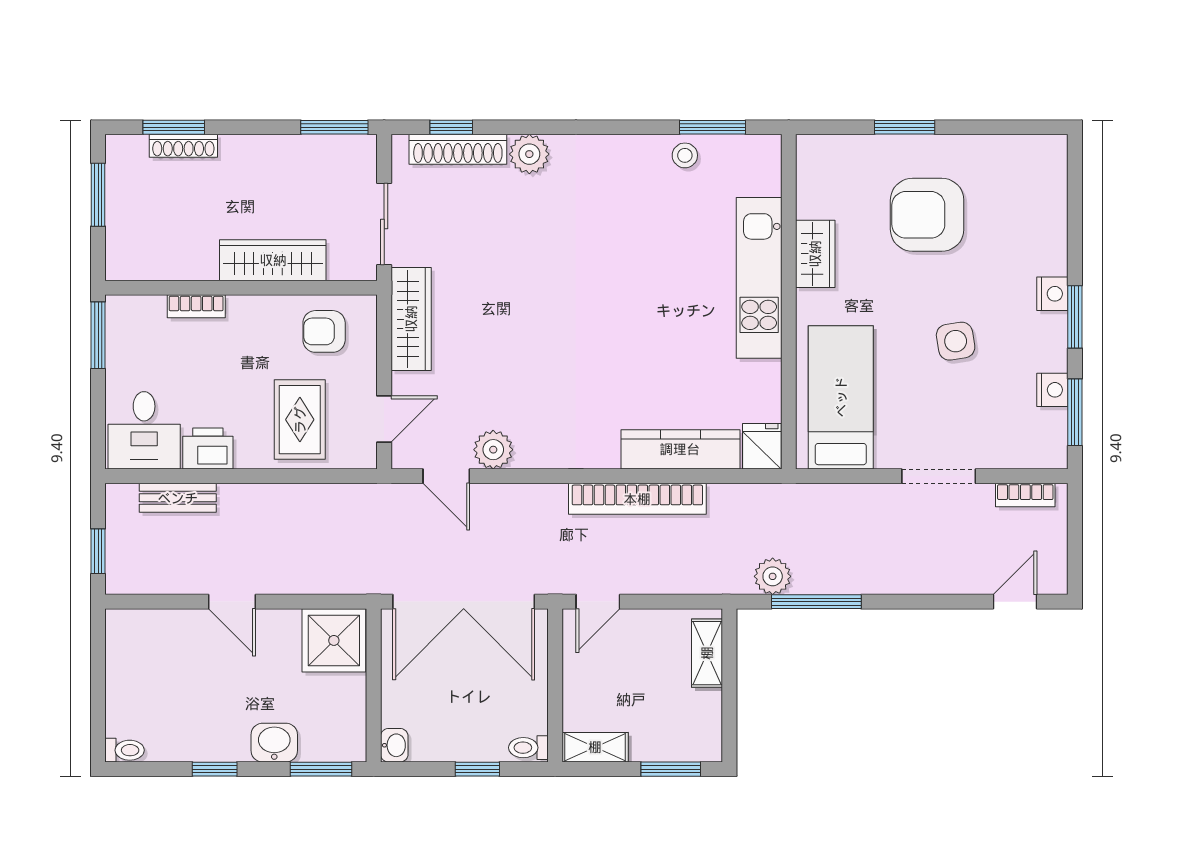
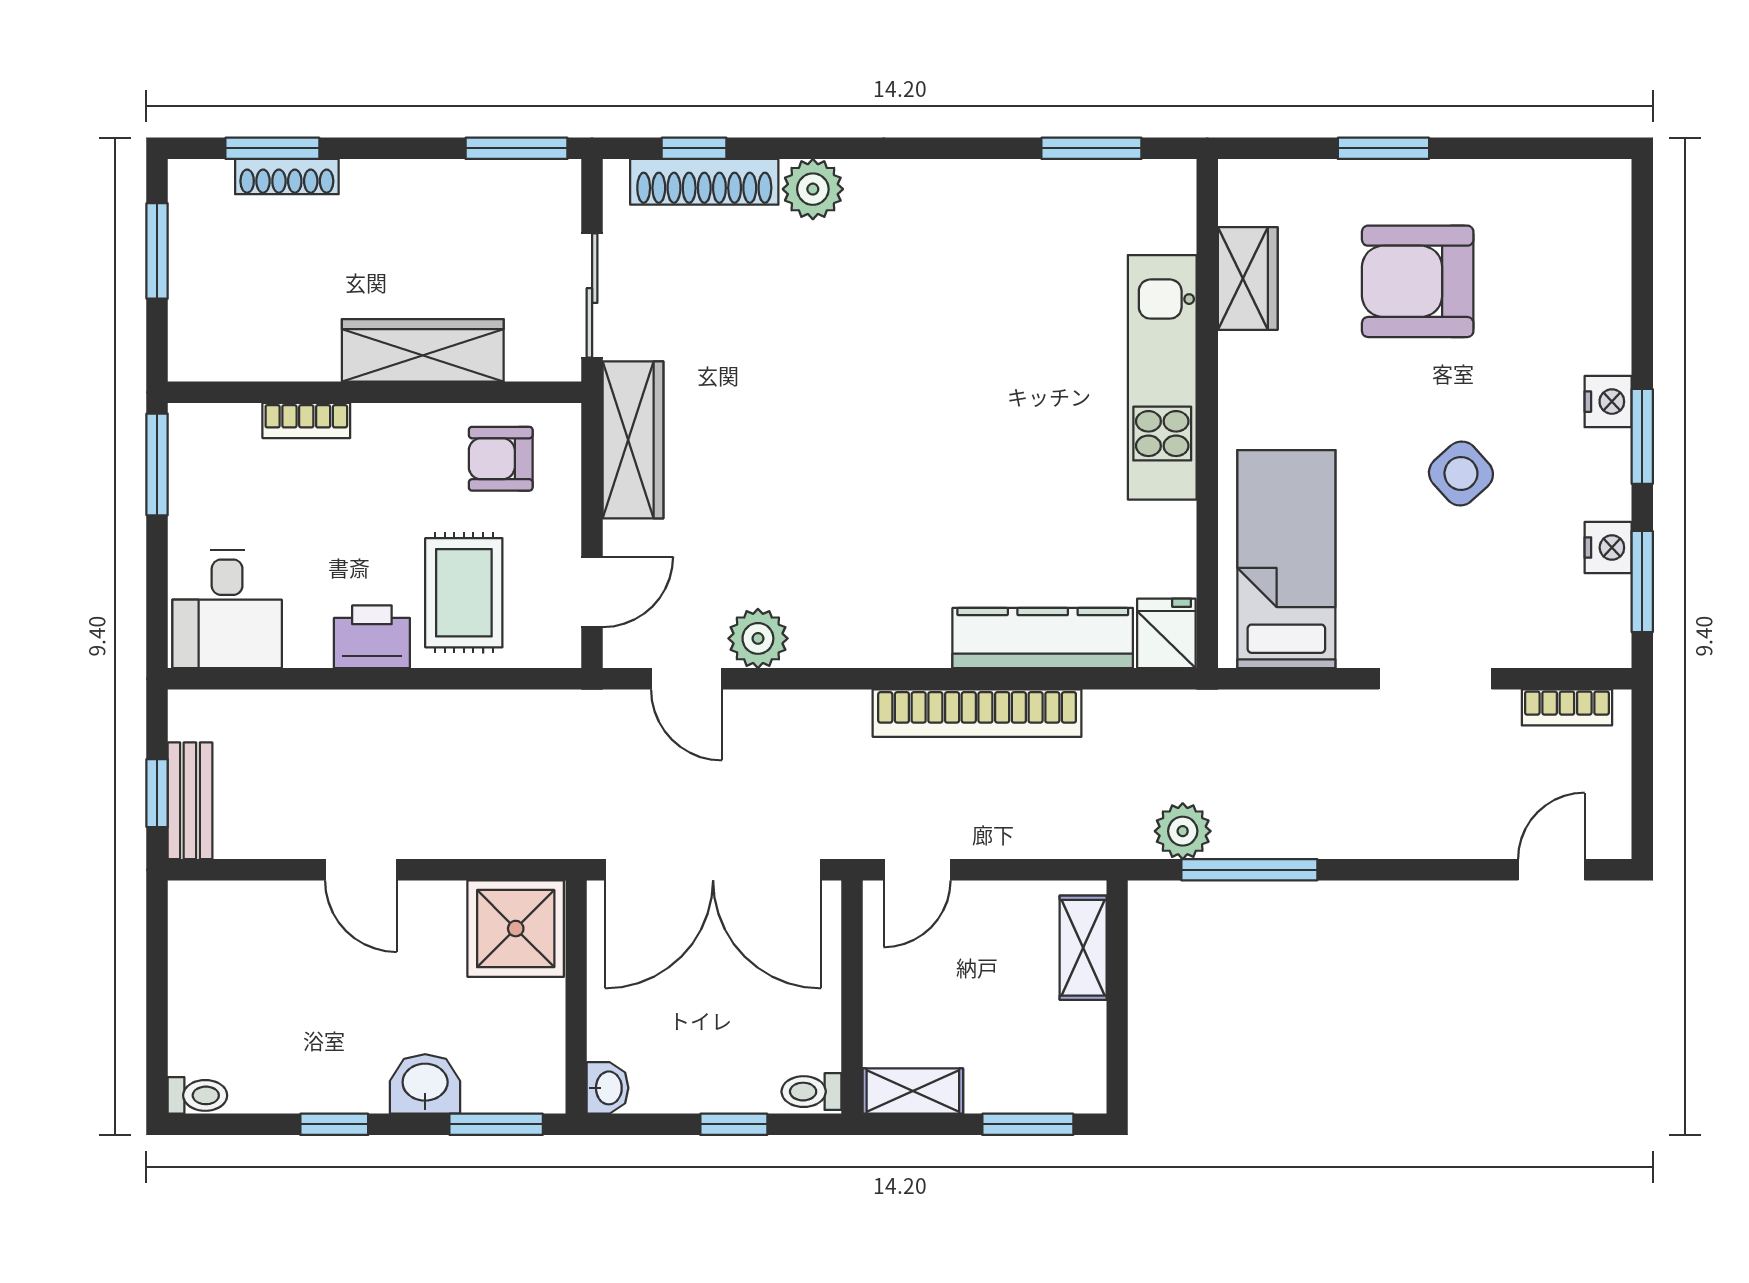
stool: (685, 155) -> (1049, 191), removed
wardrobe: (815, 254) -> (1248, 278), moved
side table: (956, 341) -> (1461, 473), turned -33
printer: (208, 449) -> (372, 637), moved
bench: (178, 498) -> (190, 801), moved, turned 90

